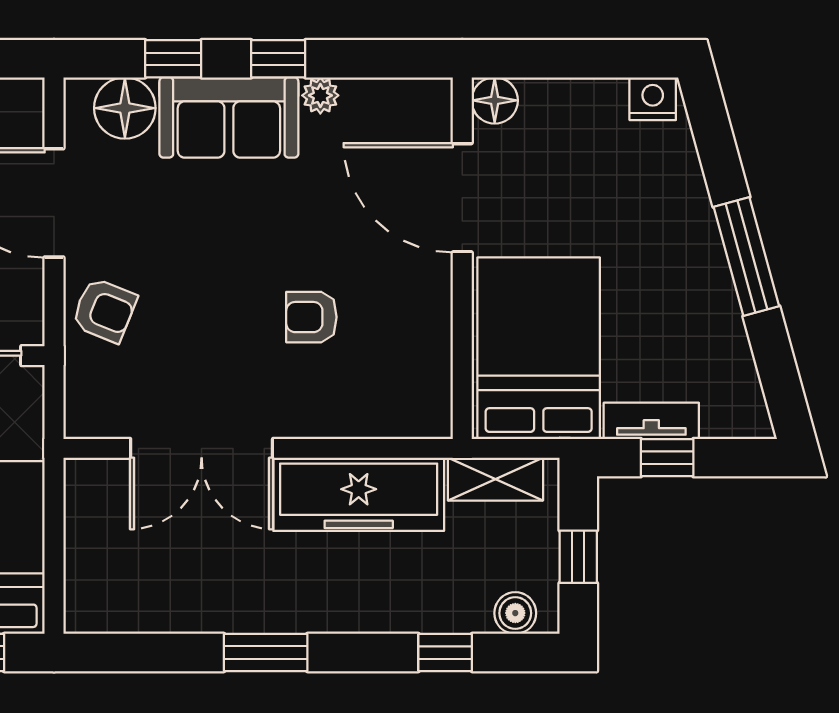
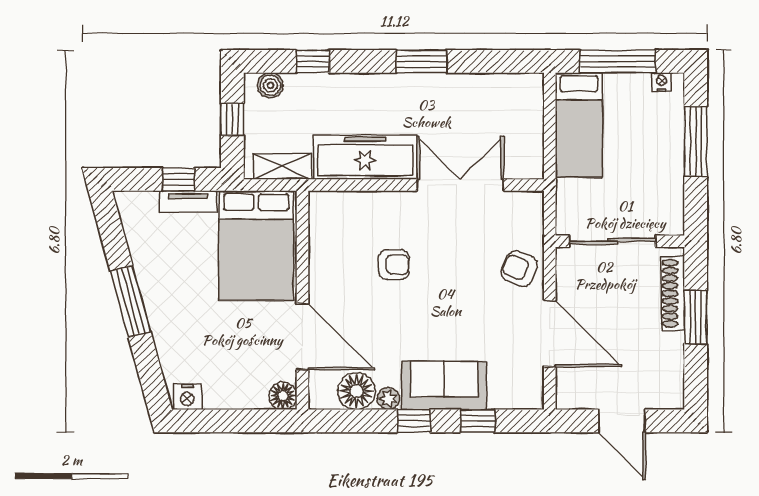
floor lamp: (125, 108) -> (357, 391), moved

